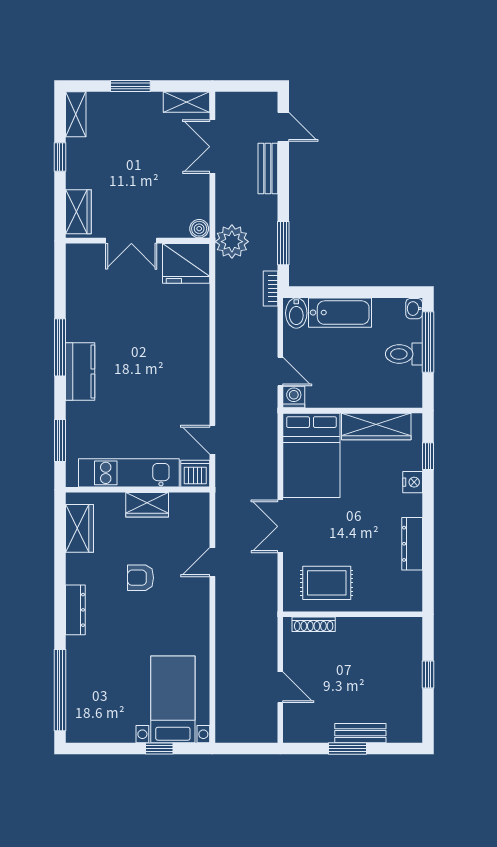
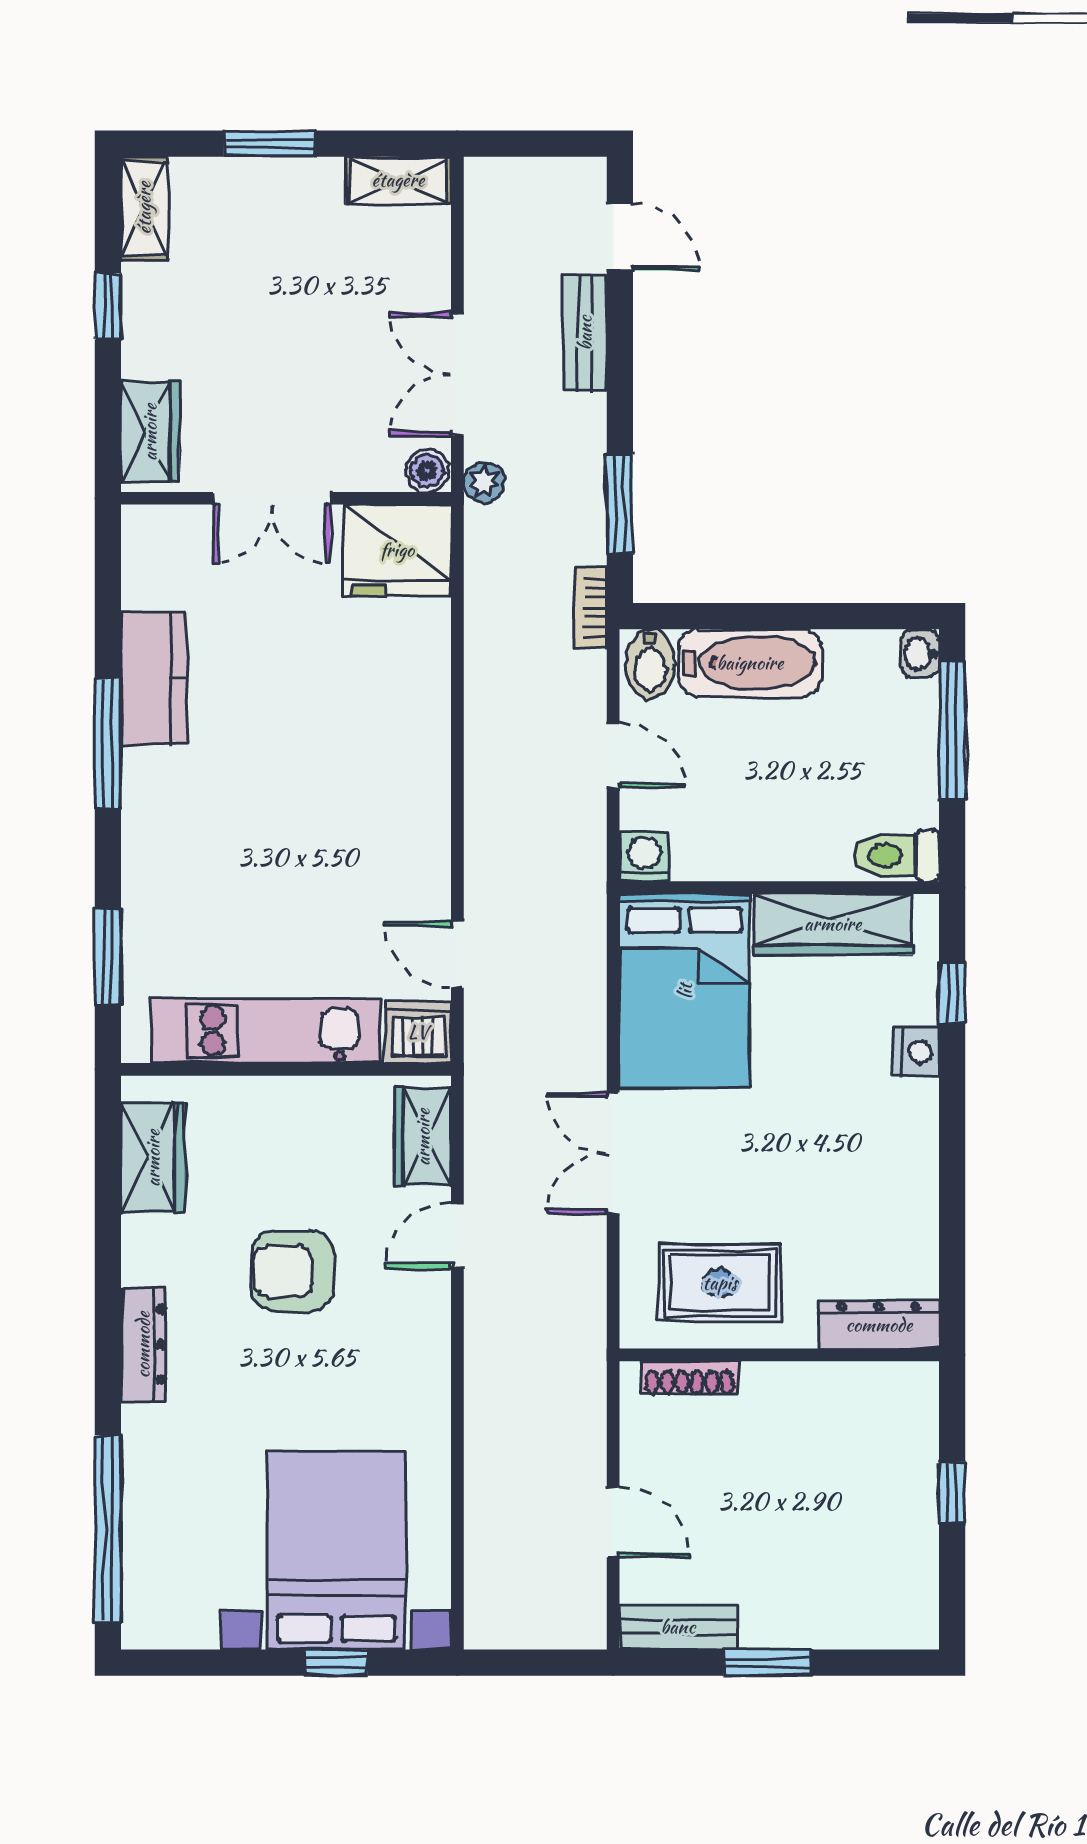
double door: (212, 147) -> (457, 374), moved
plant: (232, 242) -> (484, 482), width x0.53, depth x0.53
toilet: (404, 354) -> (897, 856), moved
kitchen counter: (80, 371) -> (154, 679), moved
door: (280, 372) -> (613, 755), moved
wardrobe: (147, 505) -> (423, 1137), moved, turned 90
dresser: (412, 544) -> (879, 1325), moved, turned 90
armchair: (141, 578) -> (293, 1271), width x1.38, depth x1.38
bed with nightstands: (173, 699) -> (337, 1550), width x1.36
bench: (360, 733) -> (678, 1627), moved

